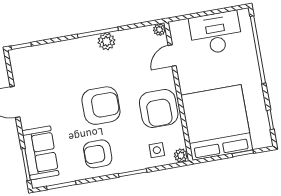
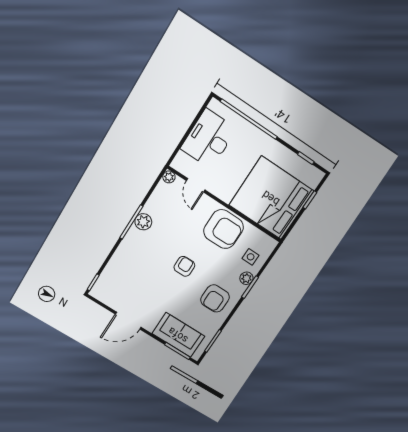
armchair: (101, 106) -> (184, 266), width x0.53, depth x0.53
plant: (181, 156) -> (246, 278), moved

